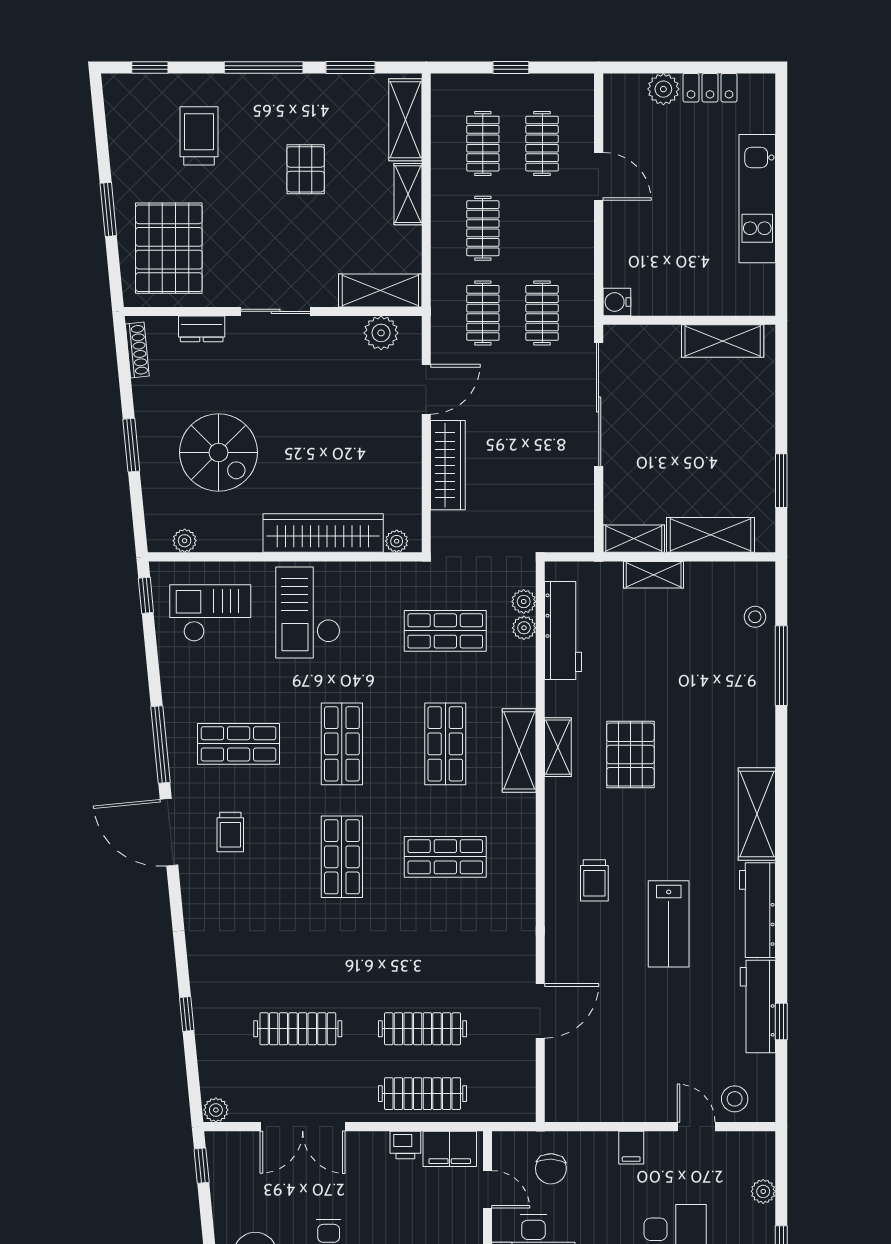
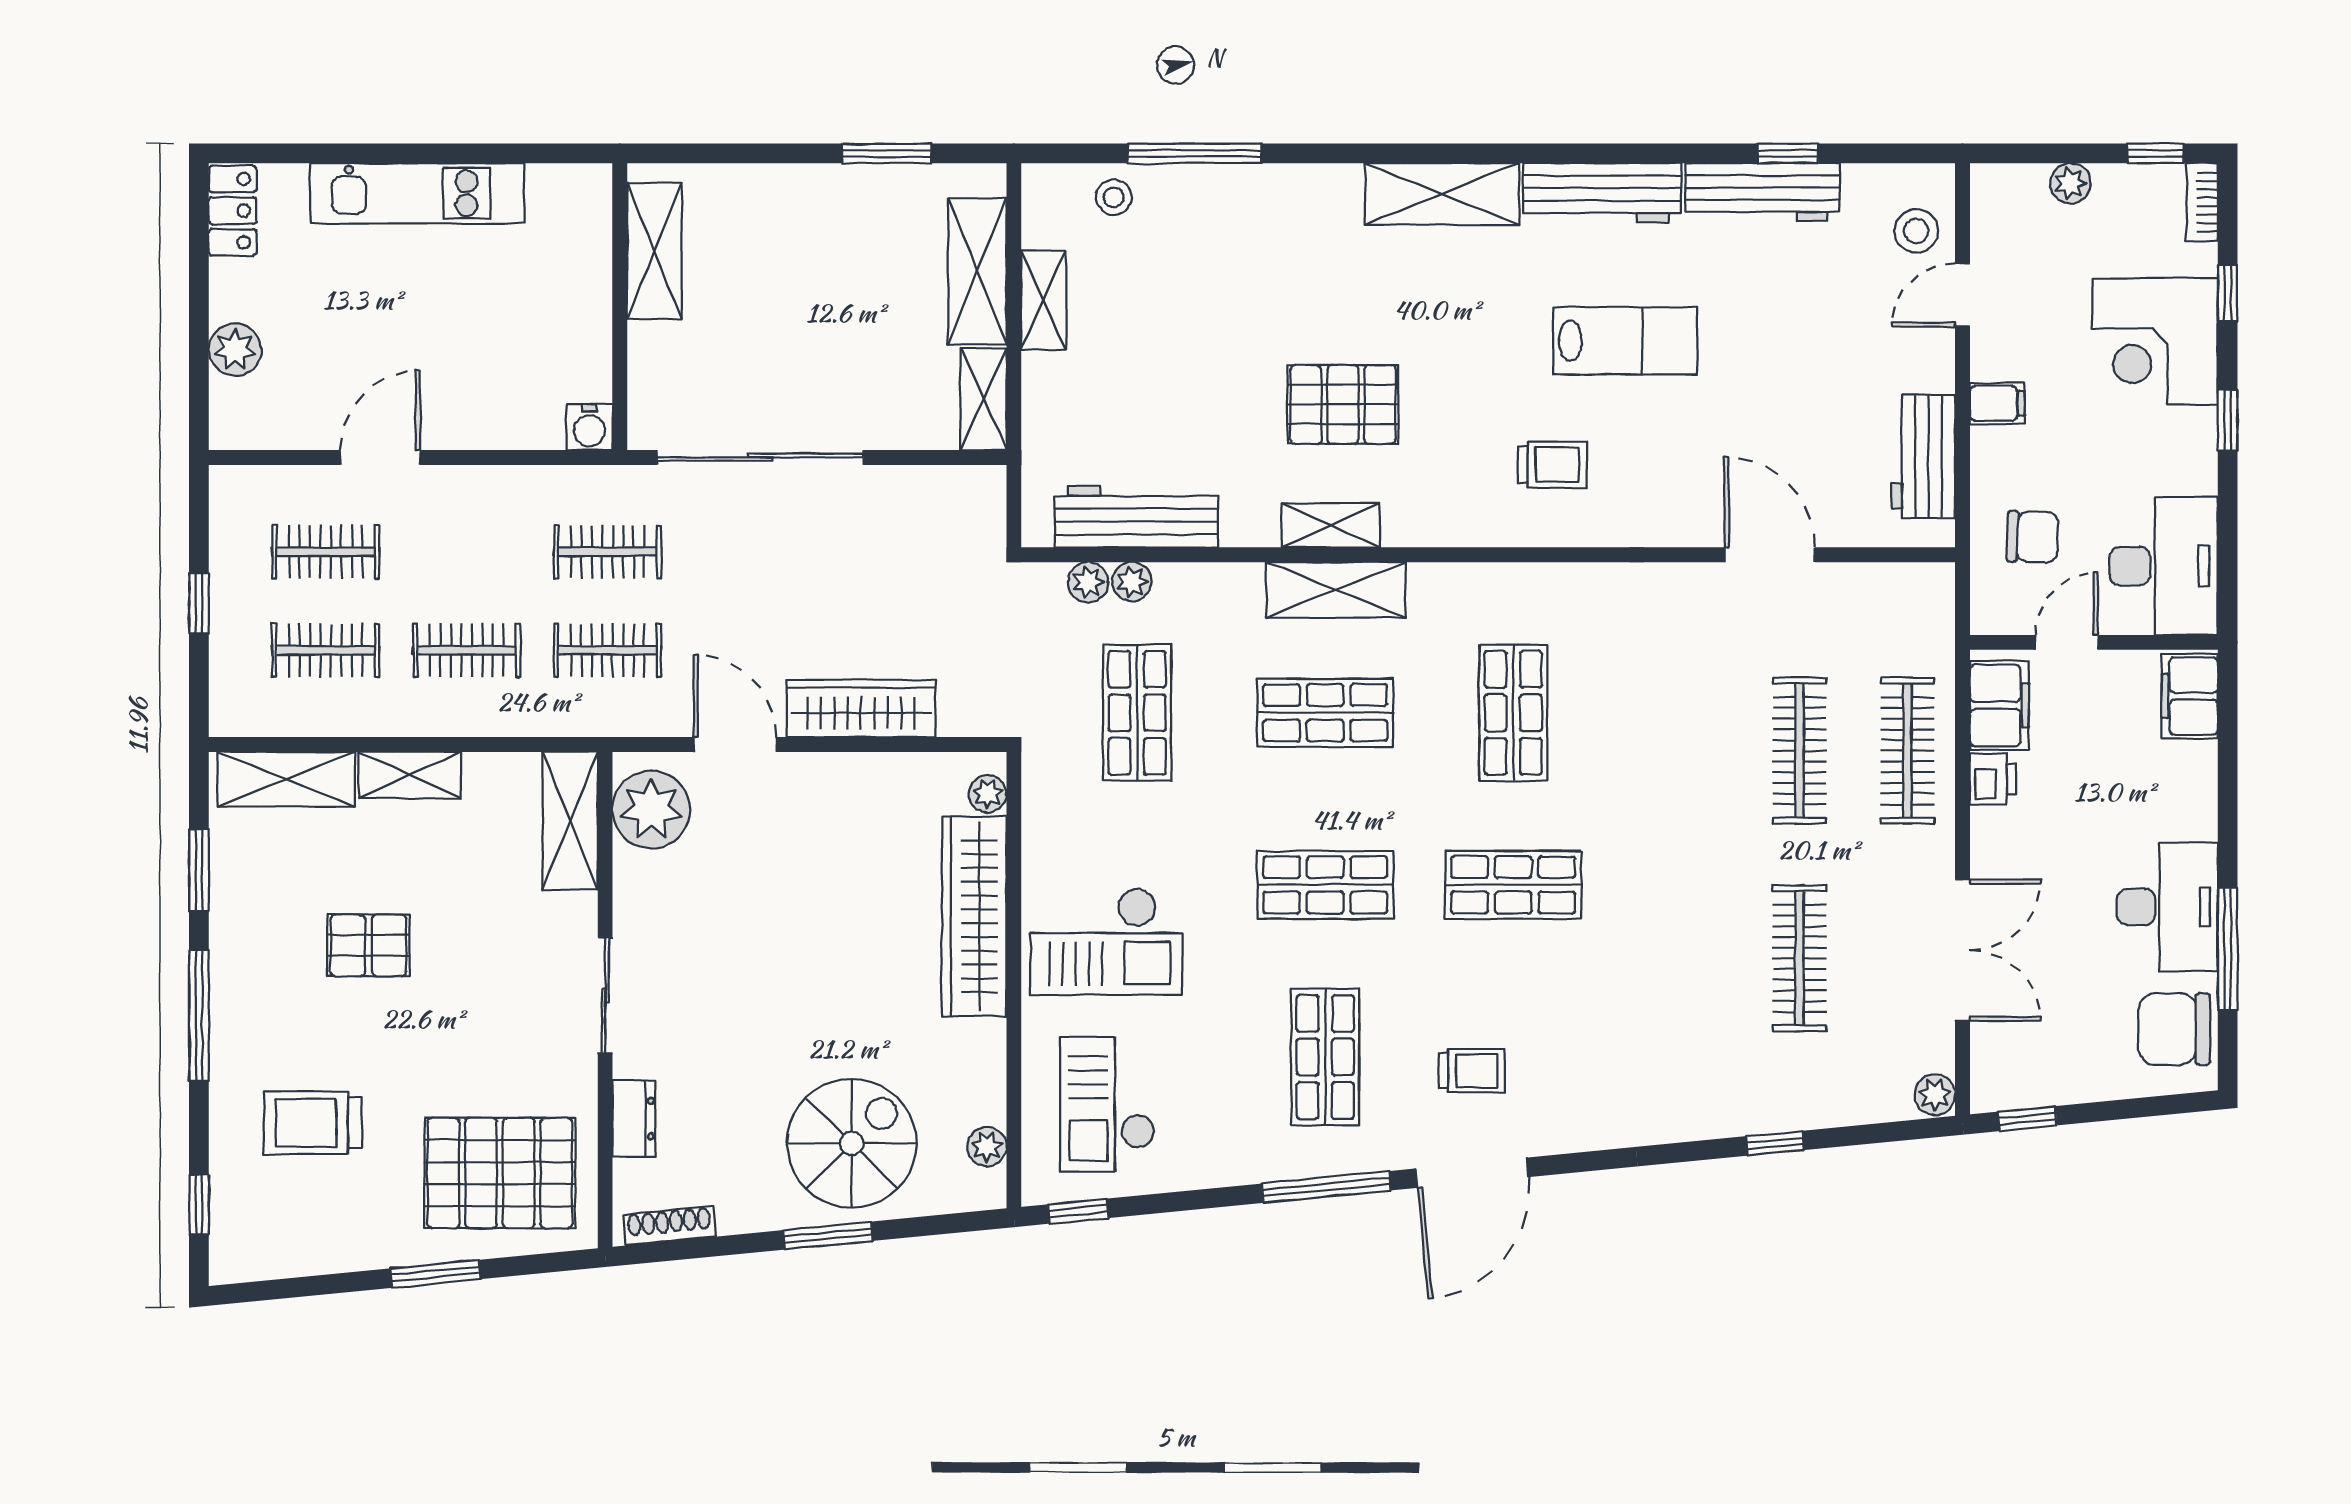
locker: (710, 88) -> (233, 211), moved
plant: (381, 333) -> (651, 809), width x1.36, depth x1.36
spiral stairs: (218, 452) -> (852, 1143), moved
shelving: (654, 575) -> (1043, 300), moved
workbench: (599, 1103) -> (1923, 456), added

